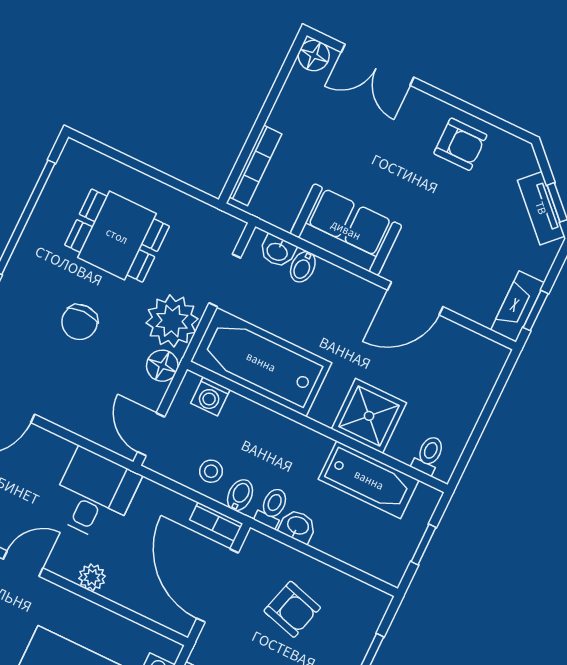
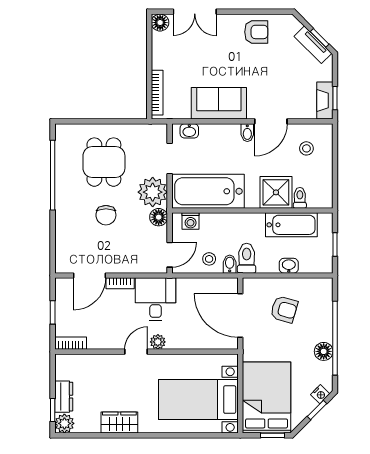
dining table: (117, 236) -> (104, 162), turned 90
bidet: (303, 267) -> (247, 133), moved
stool: (451, 369) -> (306, 148), added
door: (151, 434) -> (170, 255), swing flipped
toilet: (429, 455) -> (300, 198), moved
toilet: (272, 507) -> (247, 258), width x1.37, depth x1.39
bookcase: (216, 522) -> (120, 283), moved
washbasin: (298, 526) -> (289, 266), moved
plant: (92, 577) -> (158, 342), moved

